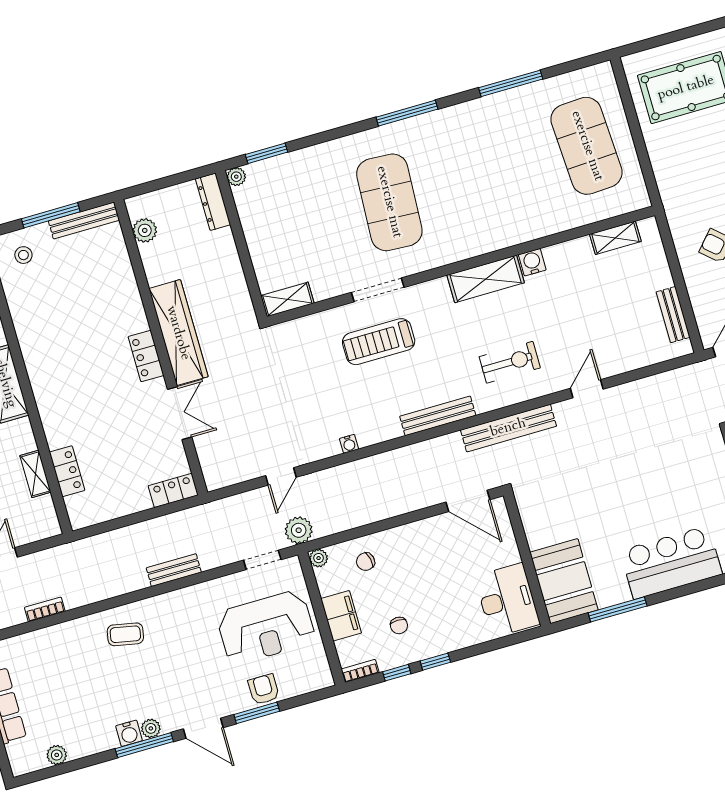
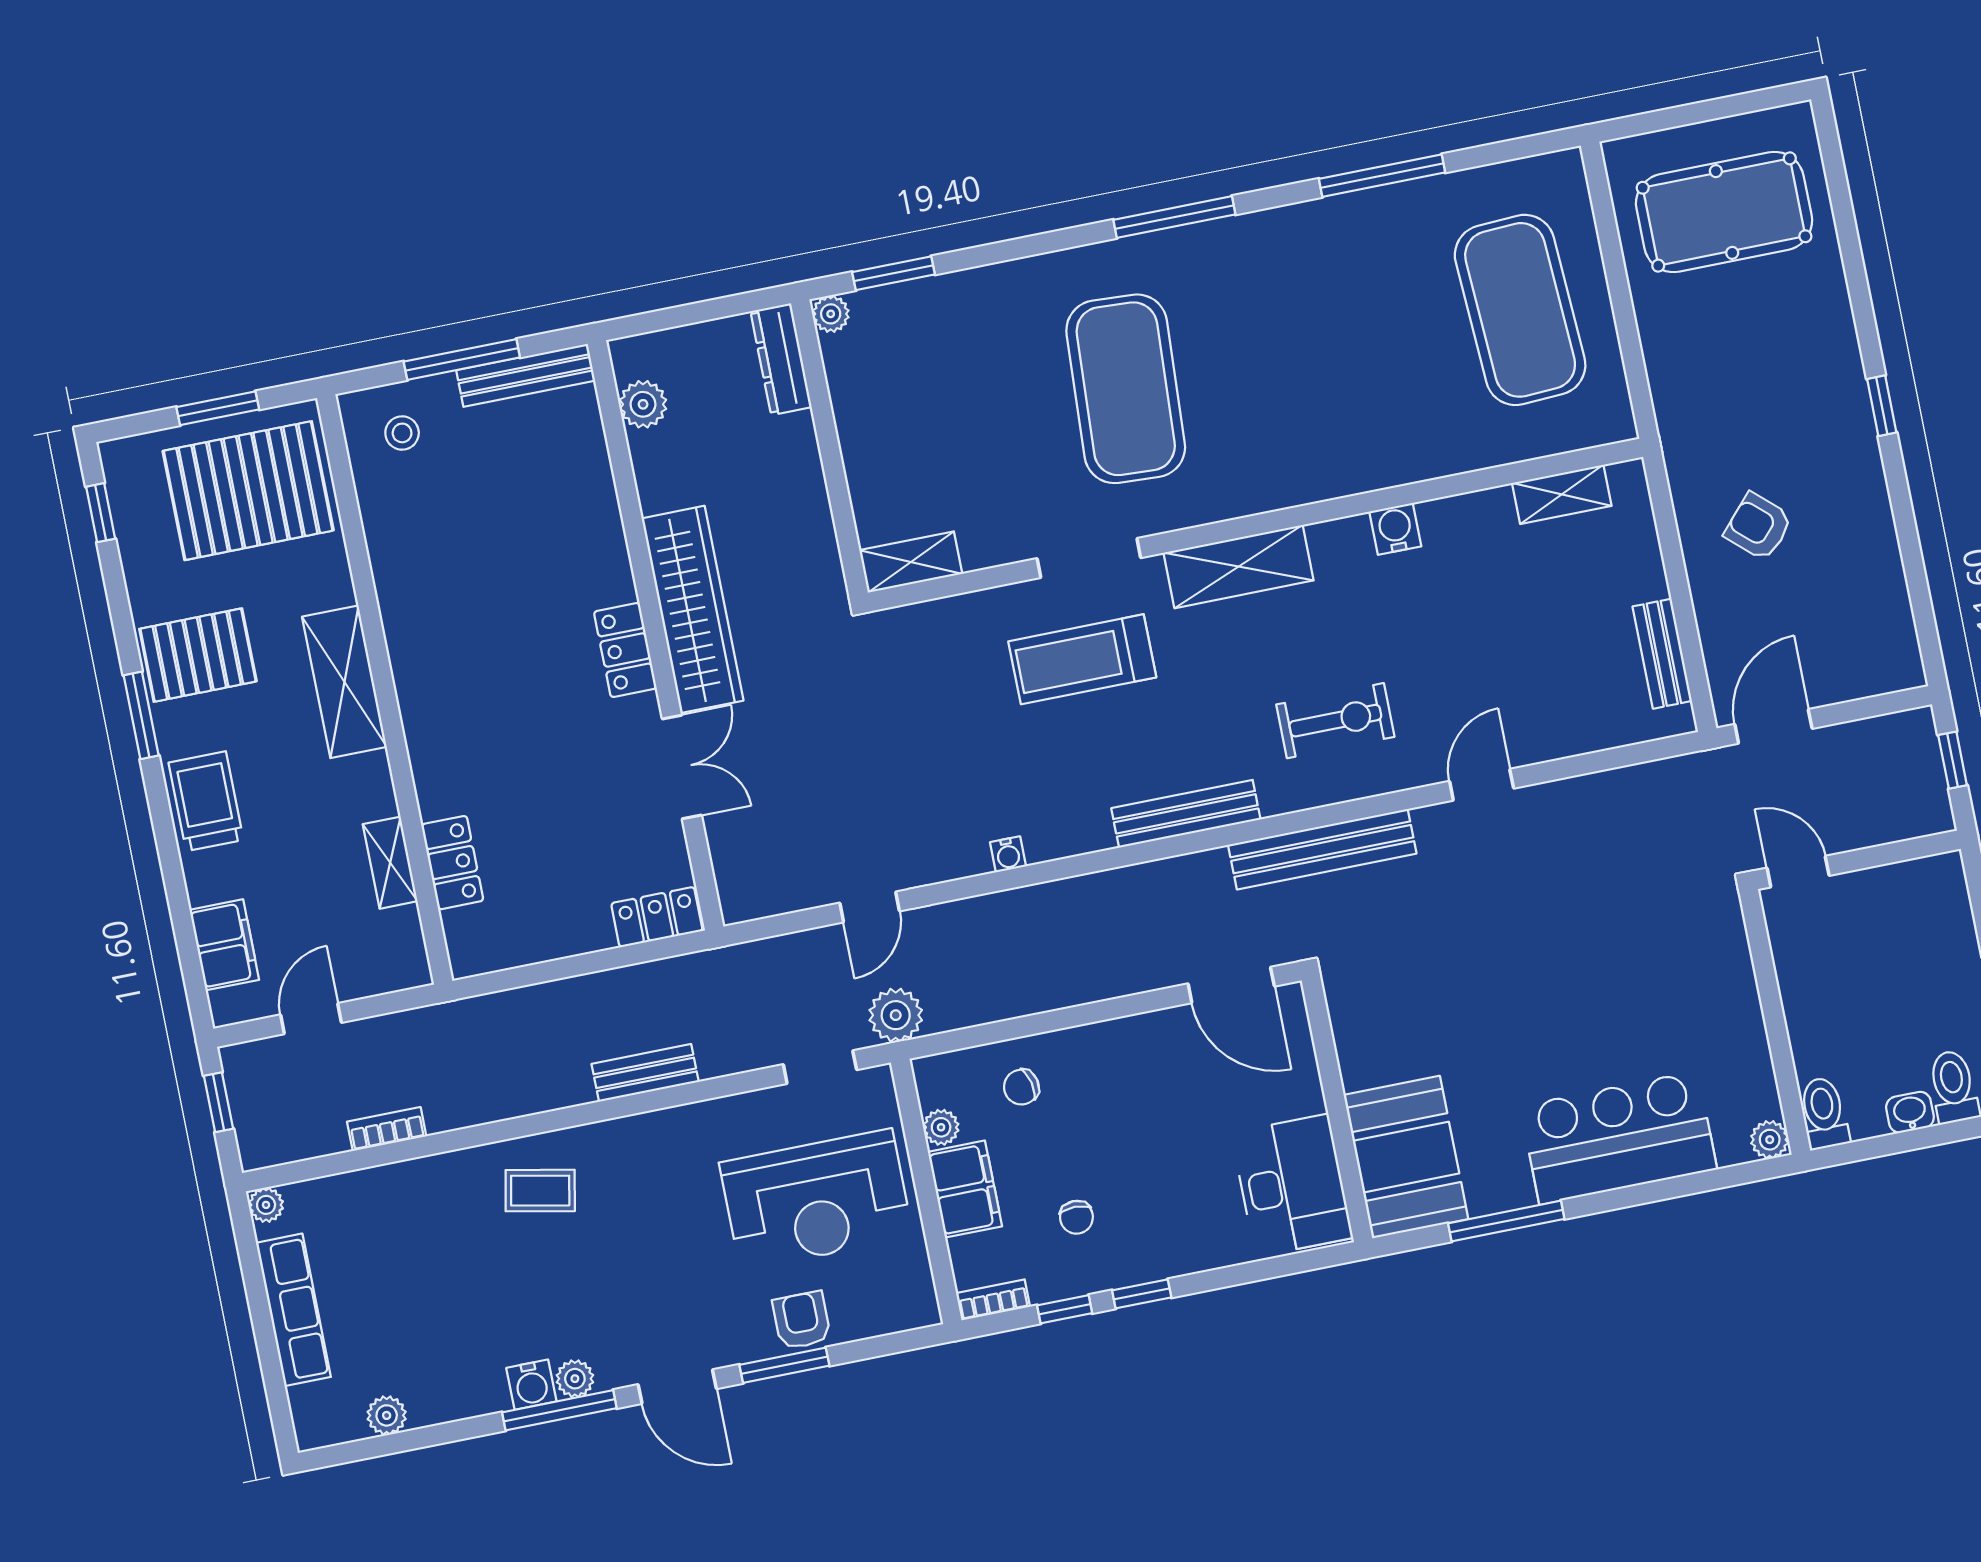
shelving: (486, 279) -> (1238, 567), moved
plant: (319, 558) -> (941, 1127), moved

